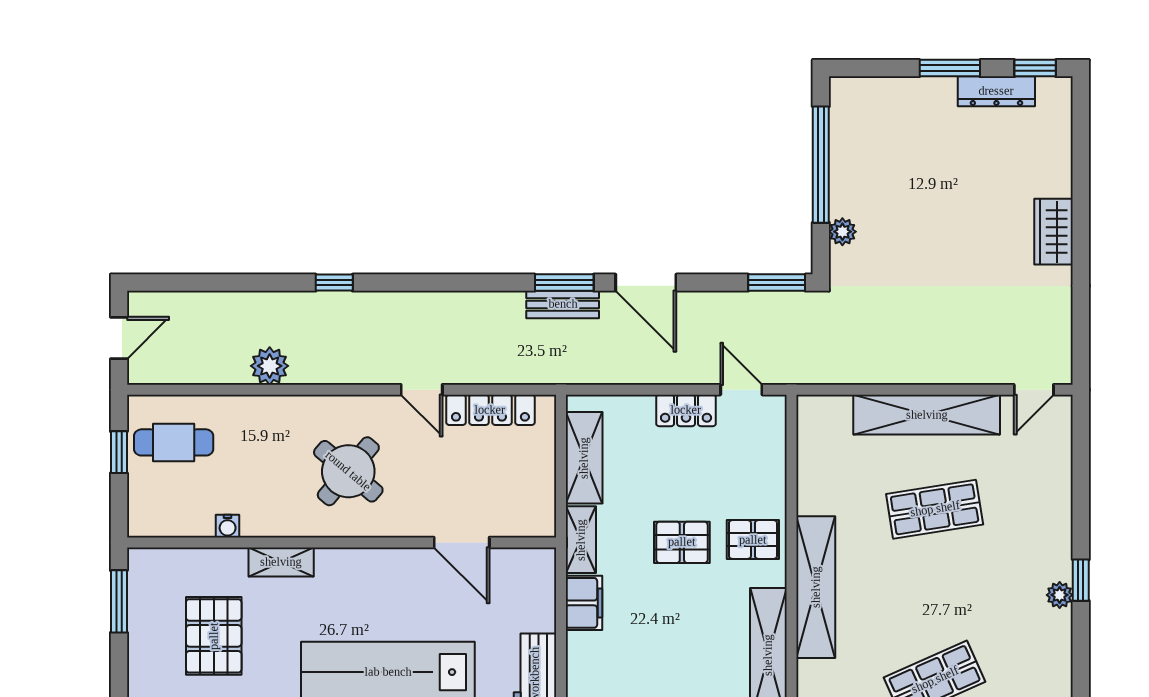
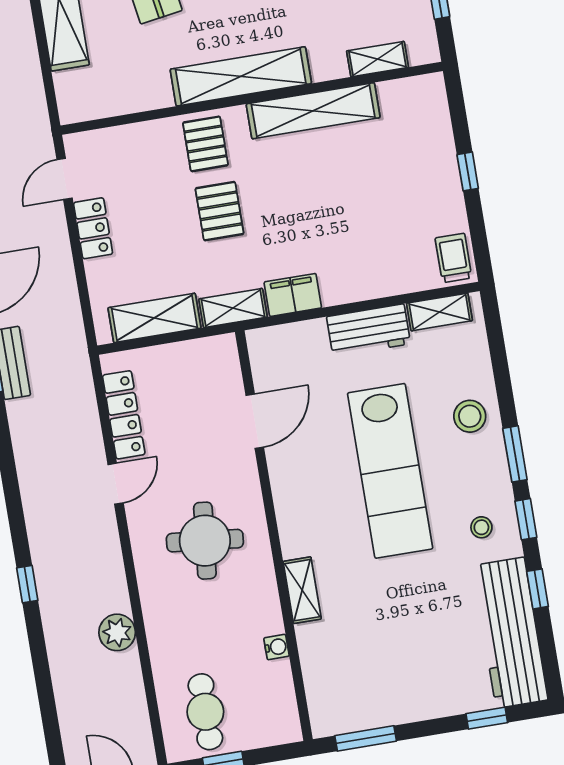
round table: (348, 471) -> (205, 541), turned -34
pallet: (214, 636) -> (383, 643), removed

